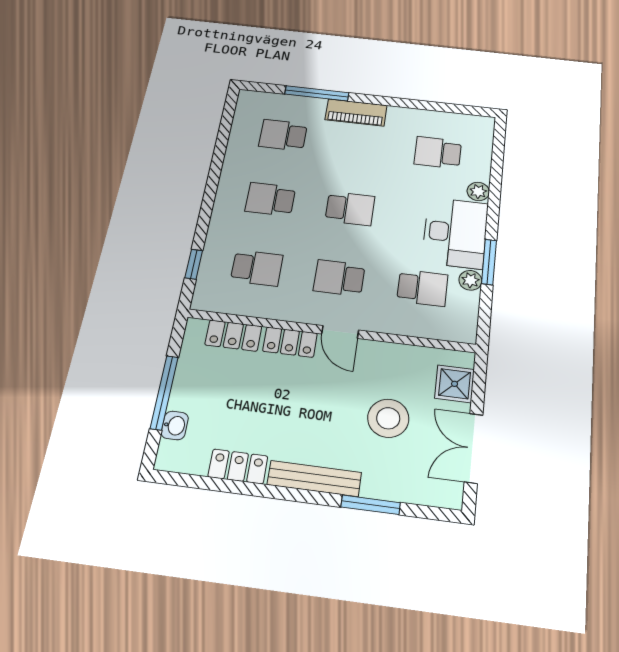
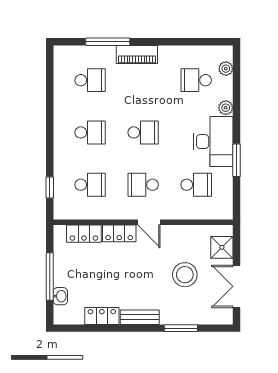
school desk: (283, 135) -> (90, 80), turned 180
school desk: (270, 199) -> (90, 132), turned 180
plant: (470, 280) -> (226, 69), moved
bench: (314, 479) -> (140, 317), width x0.73

